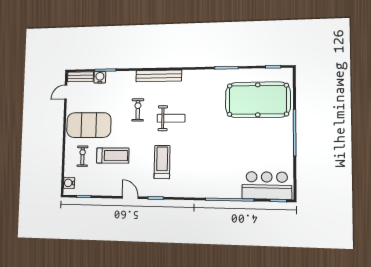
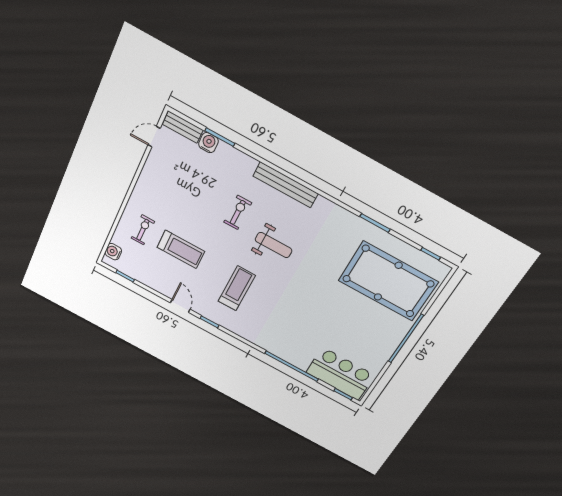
exercise mat: (89, 125) -> (167, 197), removed

